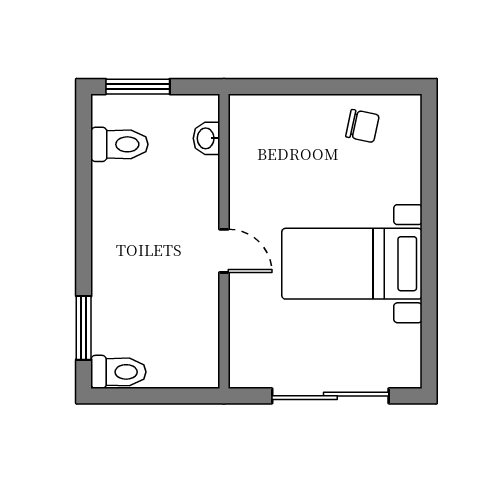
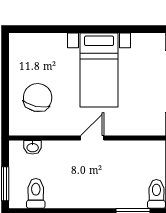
chair: (362, 126) -> (38, 98), moved, width x1.87, depth x1.87

